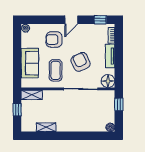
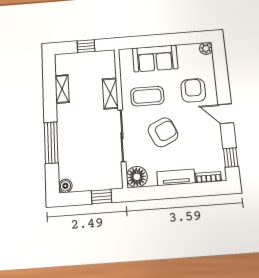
shelving: (32, 95) -> (110, 94), moved
window: (82, 136) -> (51, 143), added

